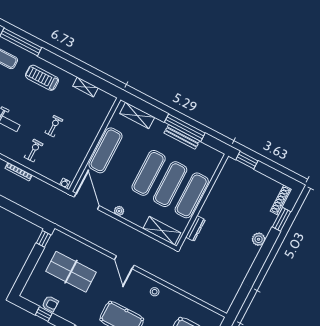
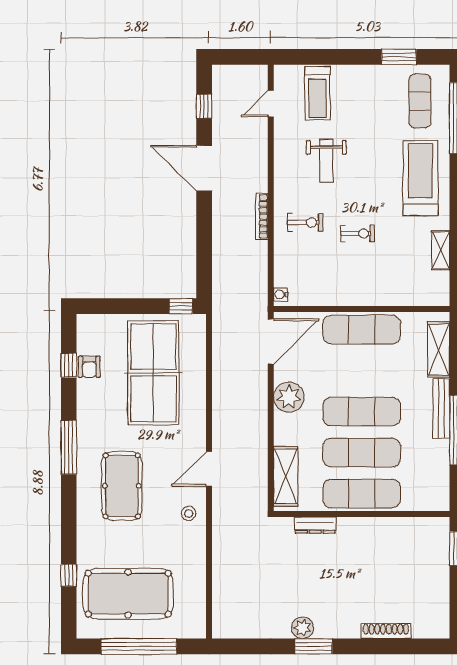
treadmill: (42, 78) -> (420, 178), width x1.37, depth x1.38
bench: (182, 137) -> (441, 409), moved
shoe rack: (281, 200) -> (386, 631), moved
plant: (119, 211) -> (289, 397), width x1.88, depth x1.88
window: (282, 219) -> (314, 646), moved
plant: (259, 239) -> (303, 628), moved
door: (124, 262) -> (209, 469), moved
table tennis table: (71, 272) -> (153, 373), width x1.36, depth x1.32

